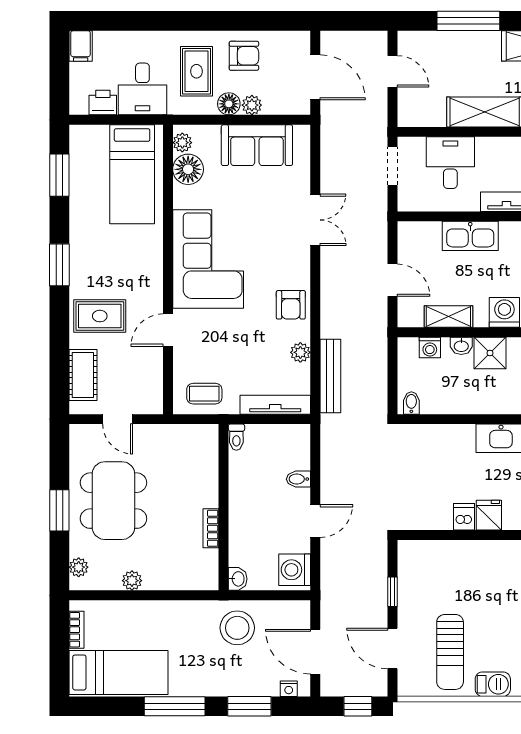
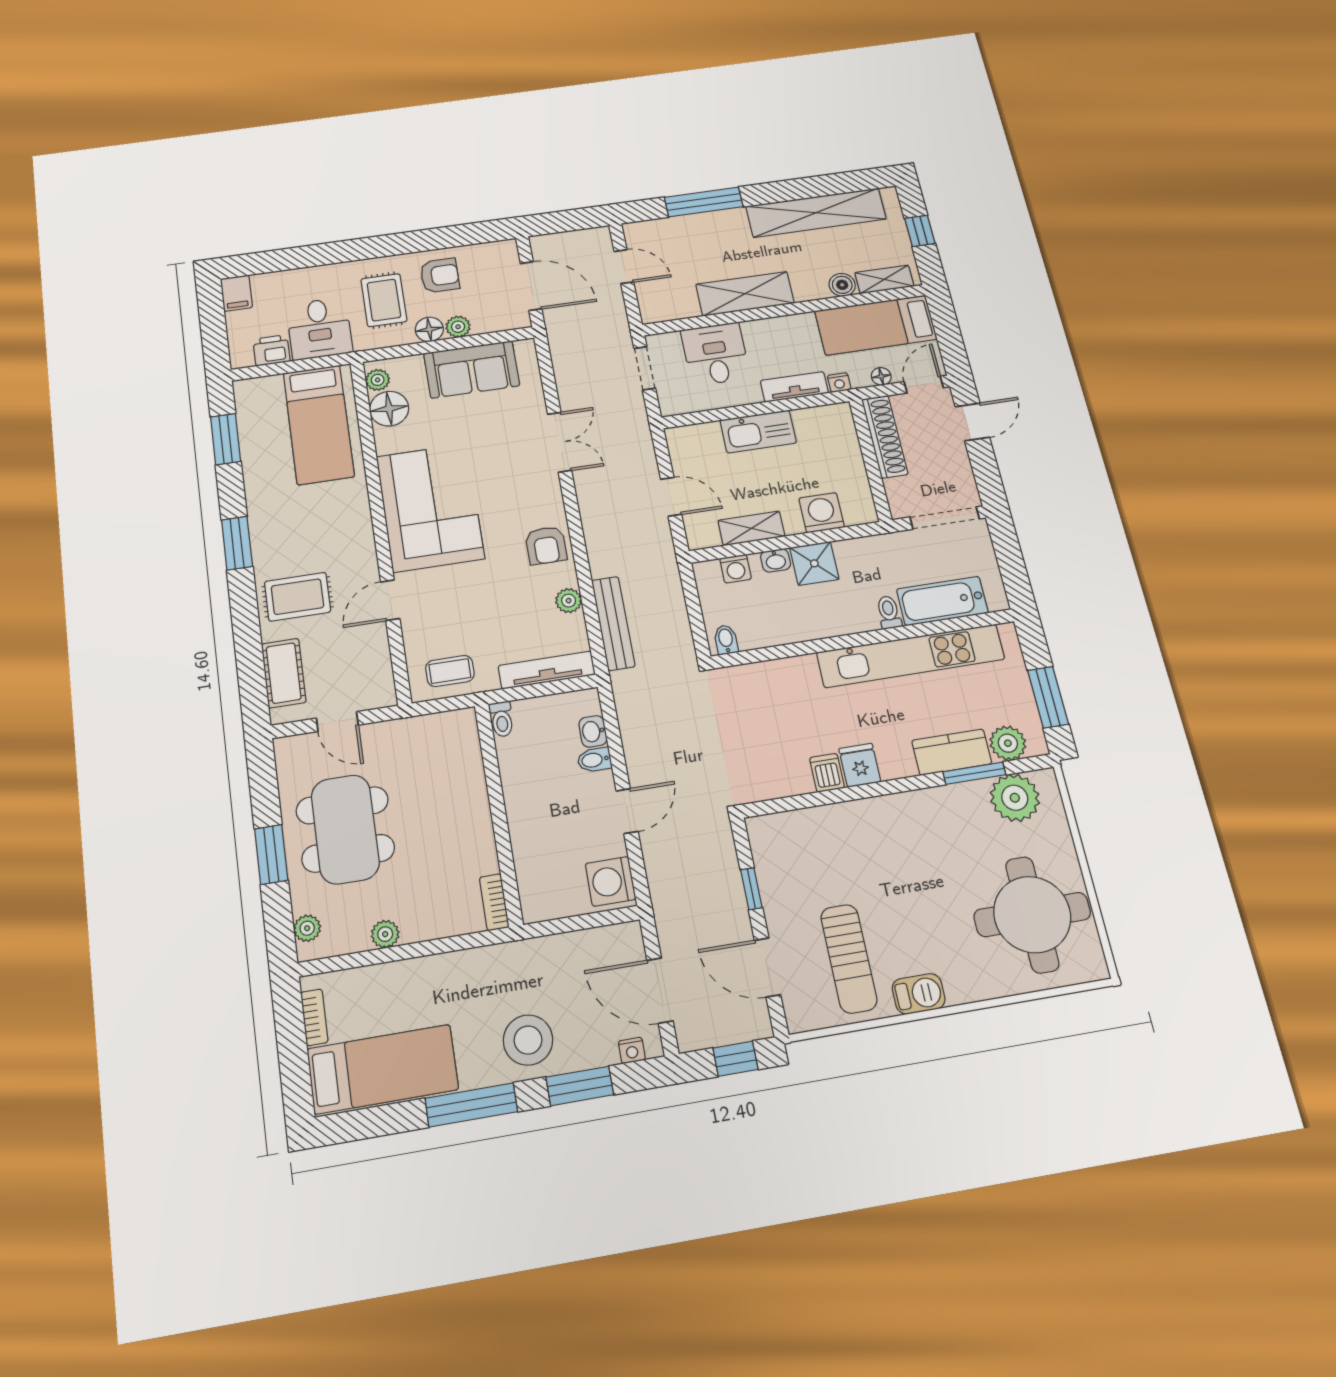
bookcase: (211, 528) -> (494, 902), moved
washbasin: (238, 579) -> (593, 731), moved, turned 180
stool: (237, 628) -> (528, 1040), moved

